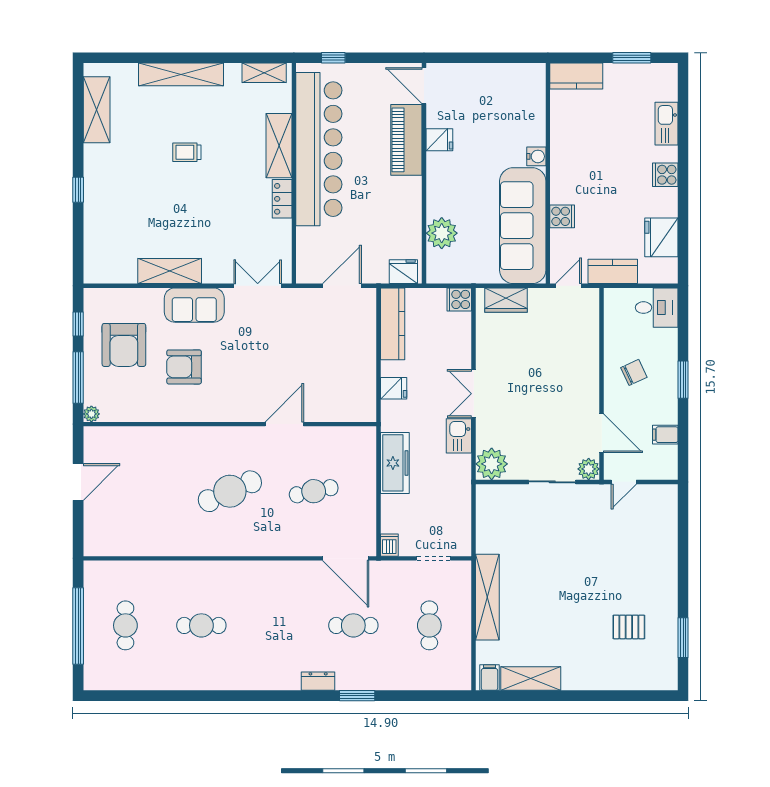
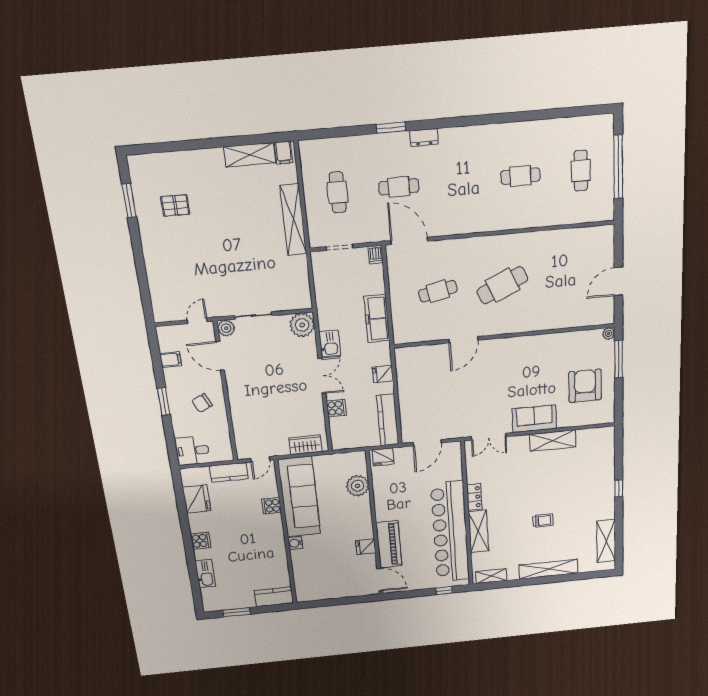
cooker: (459, 299) -> (336, 408), moved
window: (78, 324) -> (619, 397), removed
armchair: (184, 367) -> (540, 374), removed

